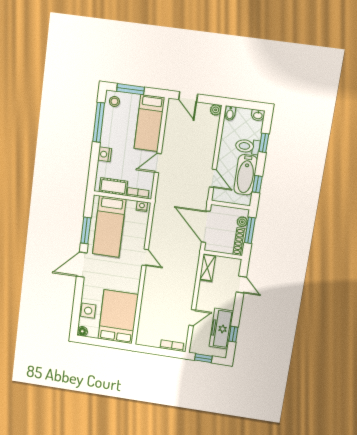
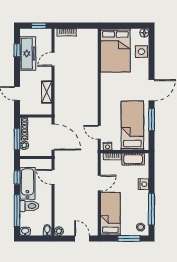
window: (264, 143) -> (17, 211), width x2.17
door: (145, 257) -> (99, 132), moved
shelving: (208, 268) -> (47, 92), moved

